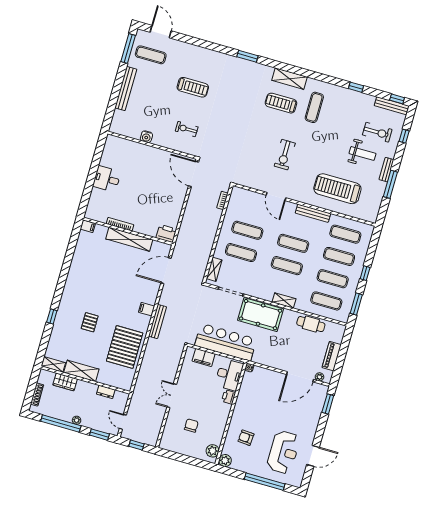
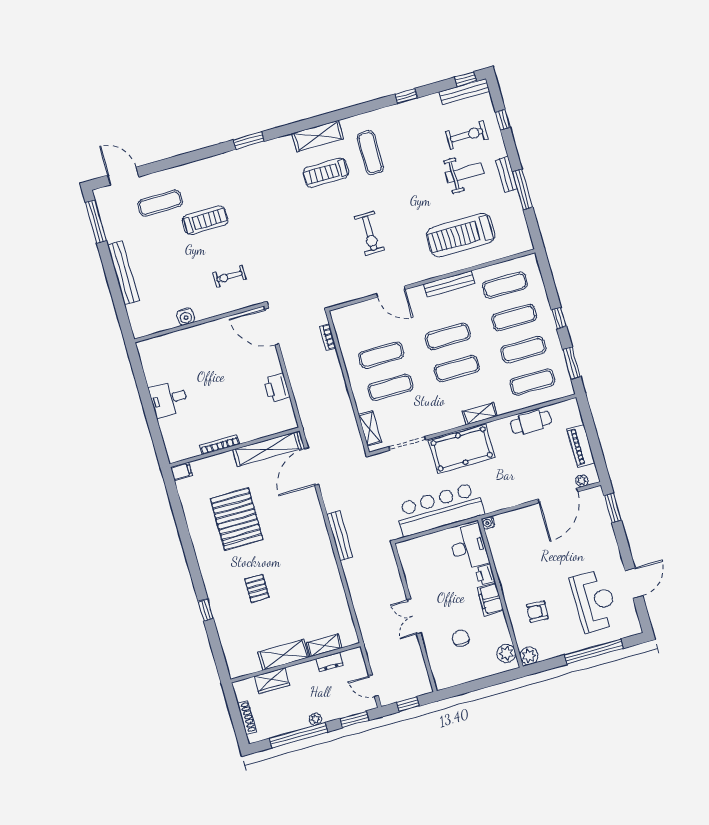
exercise mat: (151, 55) -> (160, 203), moved
printer: (166, 234) -> (277, 388), moved, turned -90
shelving: (129, 239) -> (267, 449), moved
filing cabinet: (147, 309) -> (317, 529), removed
pallet: (125, 347) -> (237, 519), moved
filing cabinet: (204, 357) -> (490, 599), moved, turned 90
shelving: (53, 364) -> (324, 645), moved

